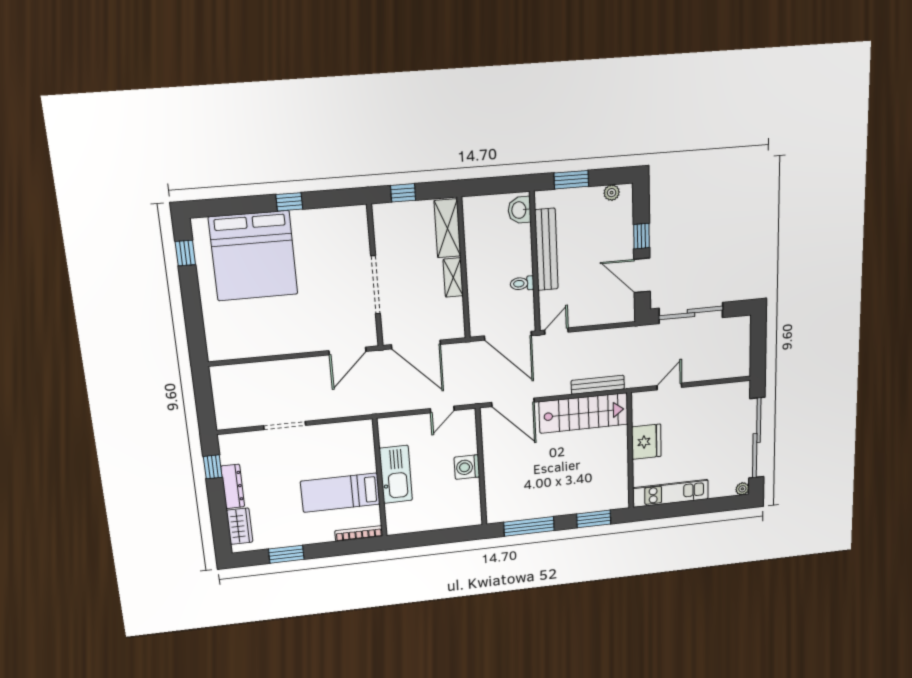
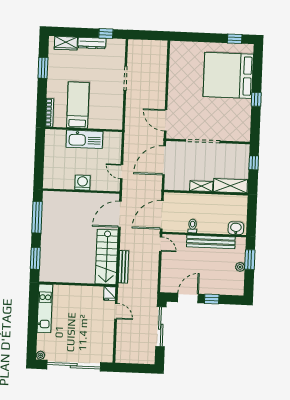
plant: (612, 193) -> (240, 267), moved
fridge: (646, 442) -> (110, 294), moved, width x0.53, depth x0.75

